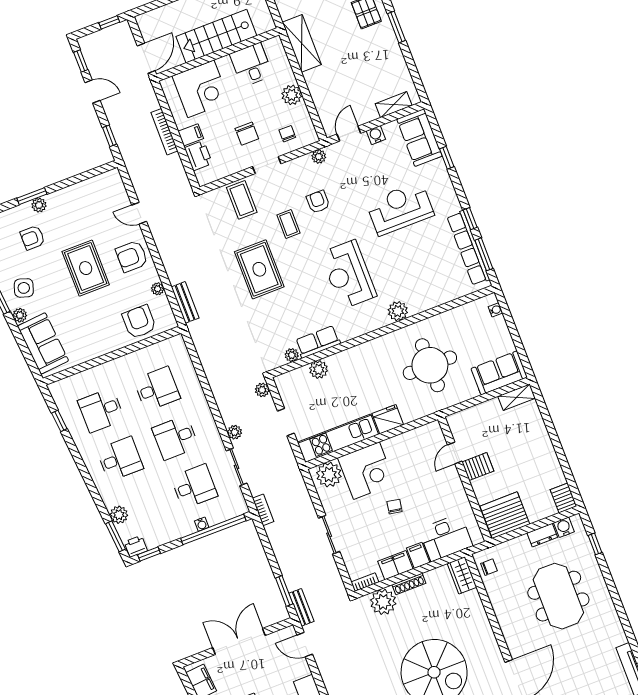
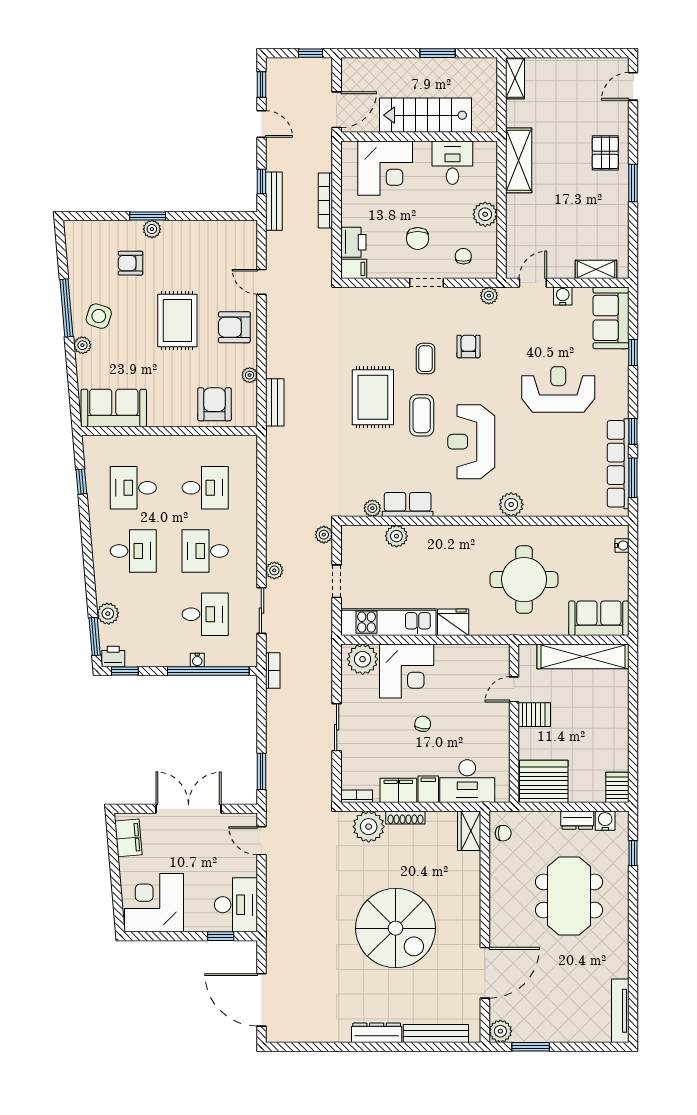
filing cabinet: (191, 135) -> (354, 269), moved
coffee table: (242, 200) -> (422, 415), moved
sofa: (43, 343) -> (114, 408), moved, turned -85
shelving: (517, 397) -> (583, 656), width x2.20, depth x1.33
bench: (301, 607) -> (274, 201), moved, width x1.36

